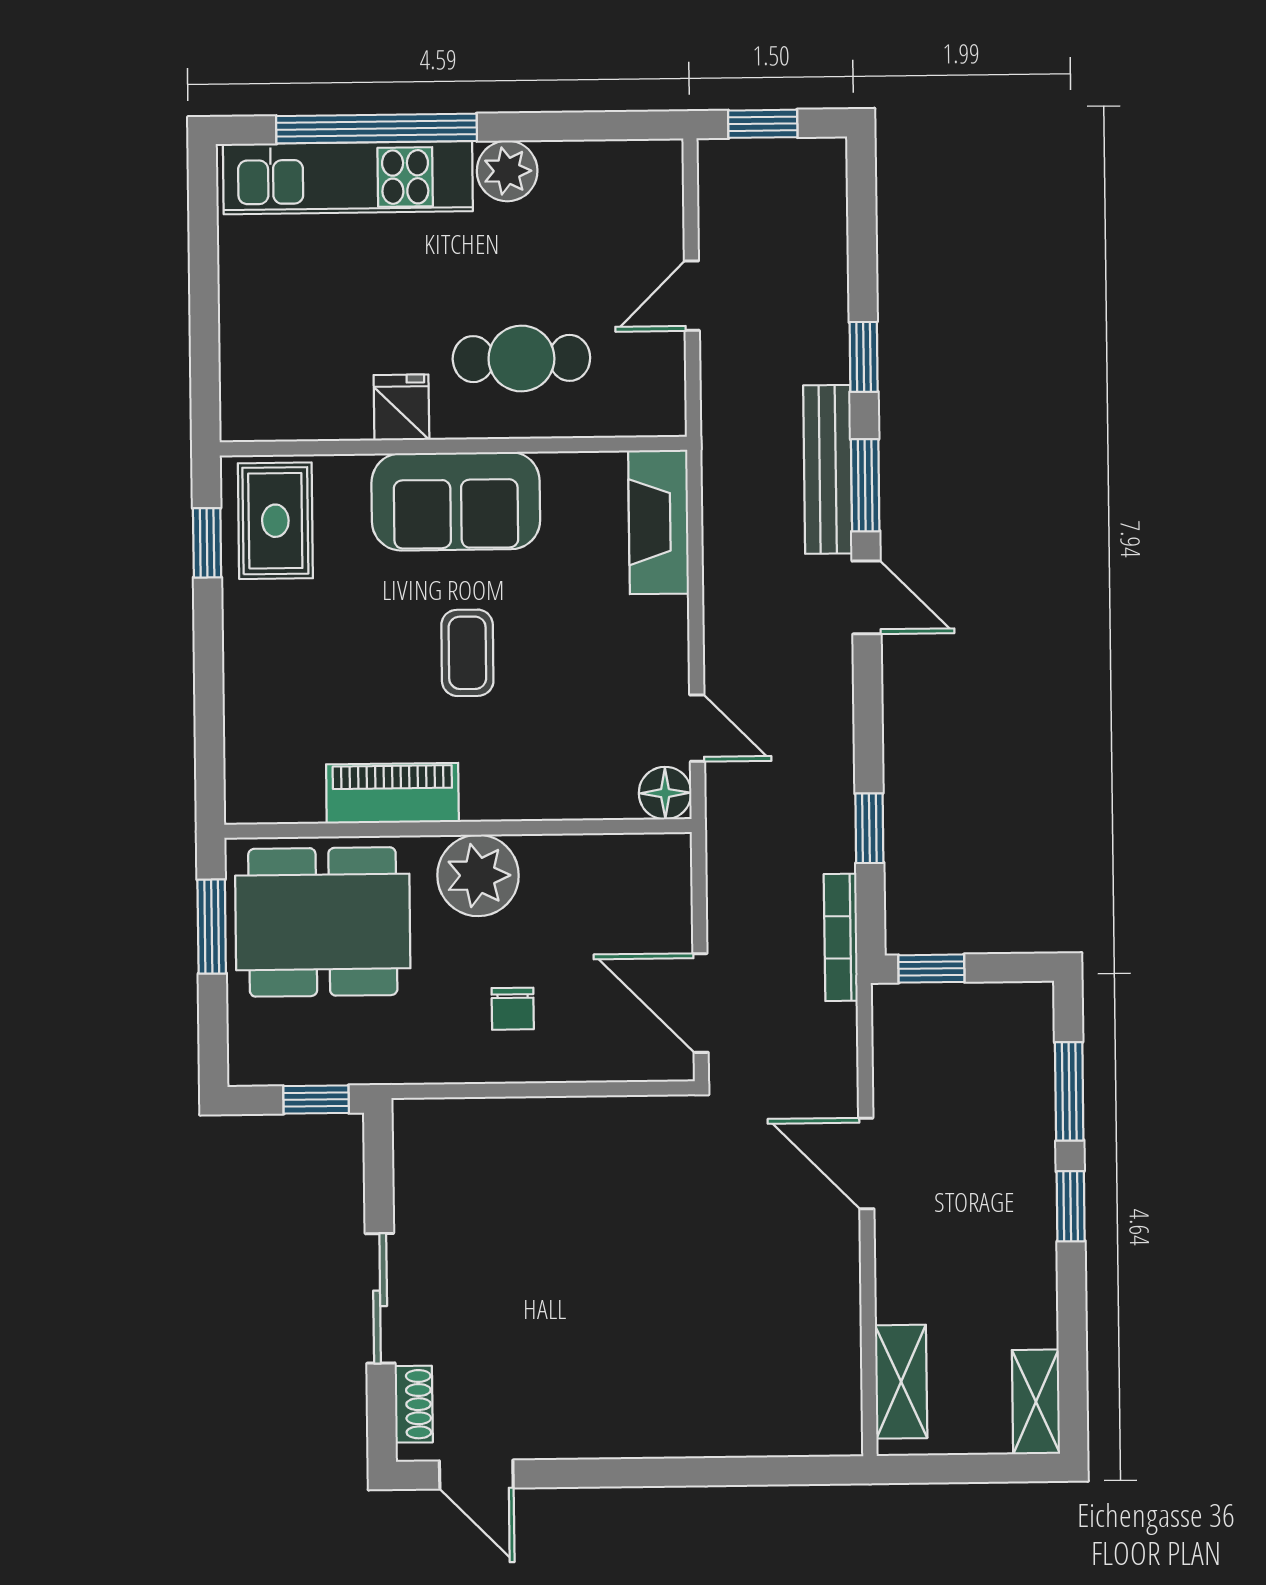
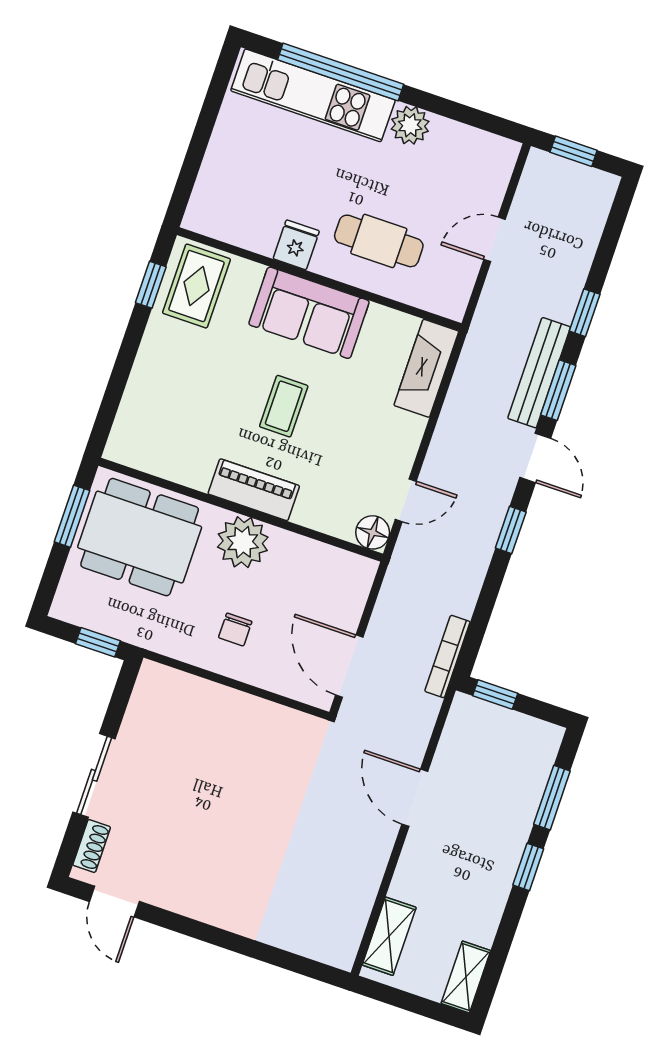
door: (697, 728) -> (406, 500), hinge flipped
piano: (392, 793) -> (254, 490), moved
window: (869, 828) -> (511, 530), moved

